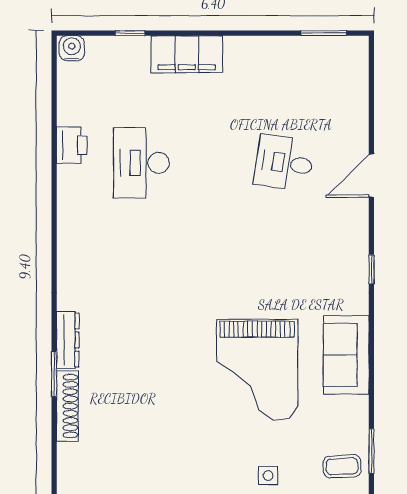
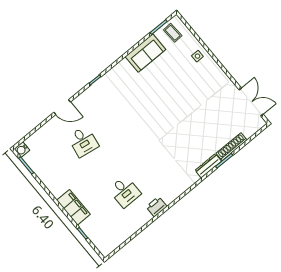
water cooler: (72, 48) -> (22, 150), moved
printer: (72, 145) -> (156, 207), moved
desk: (141, 163) -> (125, 192), width x0.73
sofa: (346, 355) -> (145, 53), moved
grand piano: (257, 370) -> (164, 91), removed

